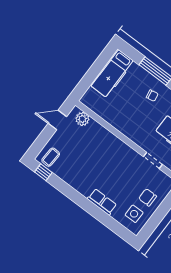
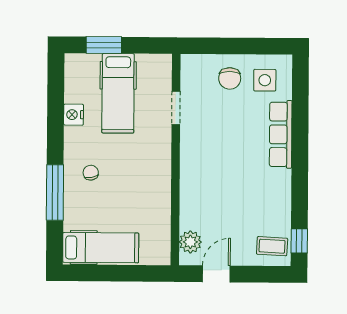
door: (57, 120) -> (216, 274), swing flipped
row of seats: (102, 202) -> (281, 134), width x1.48

